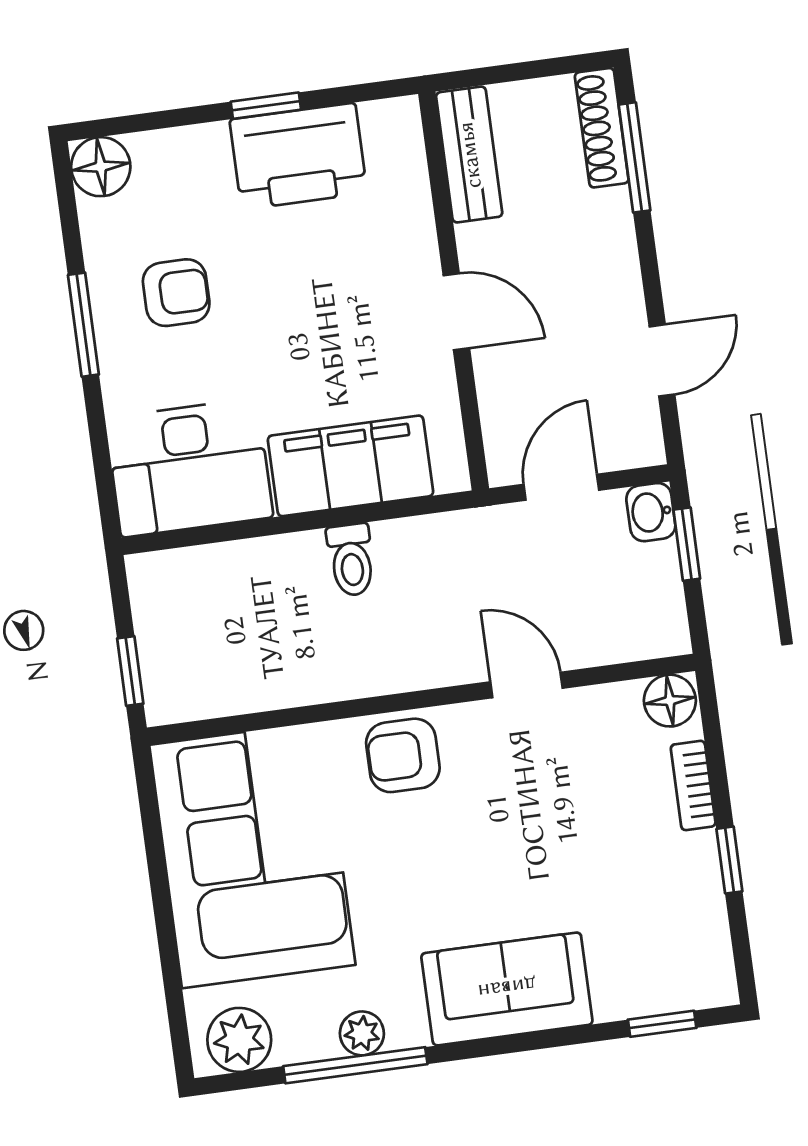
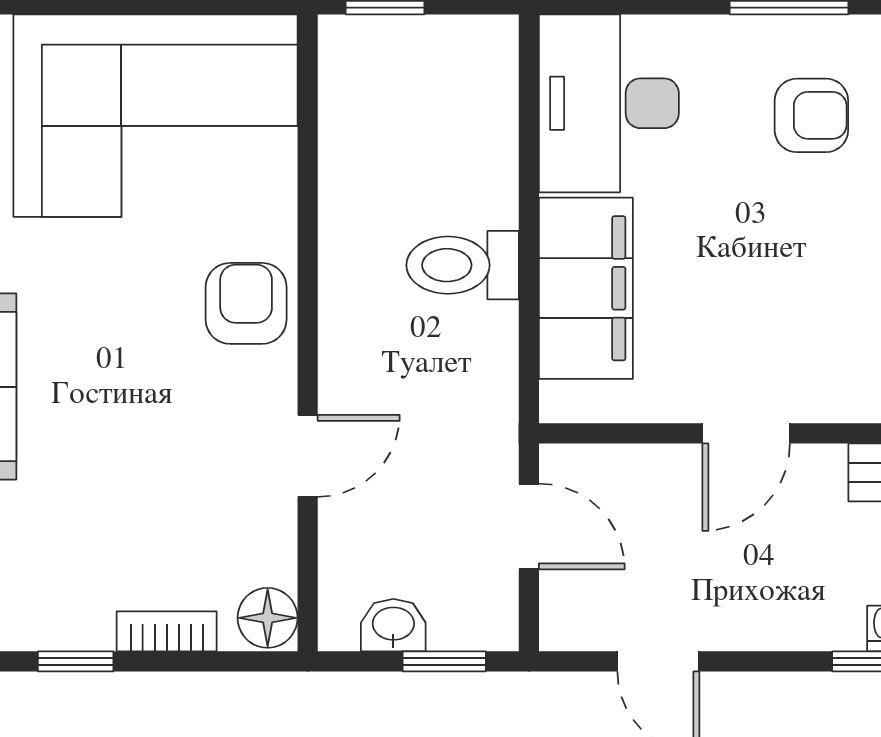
armchair: (176, 293) -> (811, 115), turned -90
washbasin: (651, 512) -> (393, 625), moved
toilet: (351, 560) -> (463, 265), width x1.37, depth x1.39

